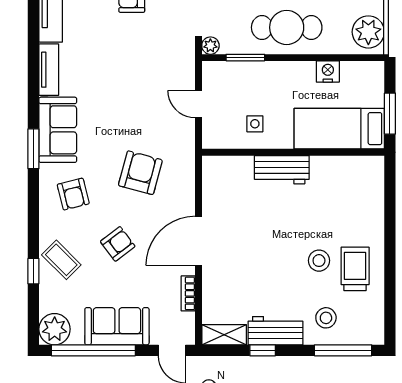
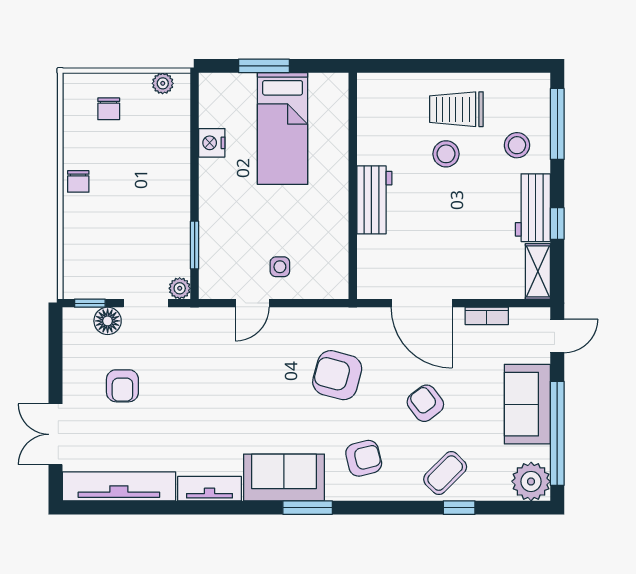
cafe table: (287, 27) -> (157, 194), removed
plant: (368, 32) -> (163, 83), width x0.53, depth x0.53
side table: (255, 124) -> (280, 267), moved
wall: (293, 152) -> (353, 186), moved
workbench: (282, 170) -> (374, 200), moved

